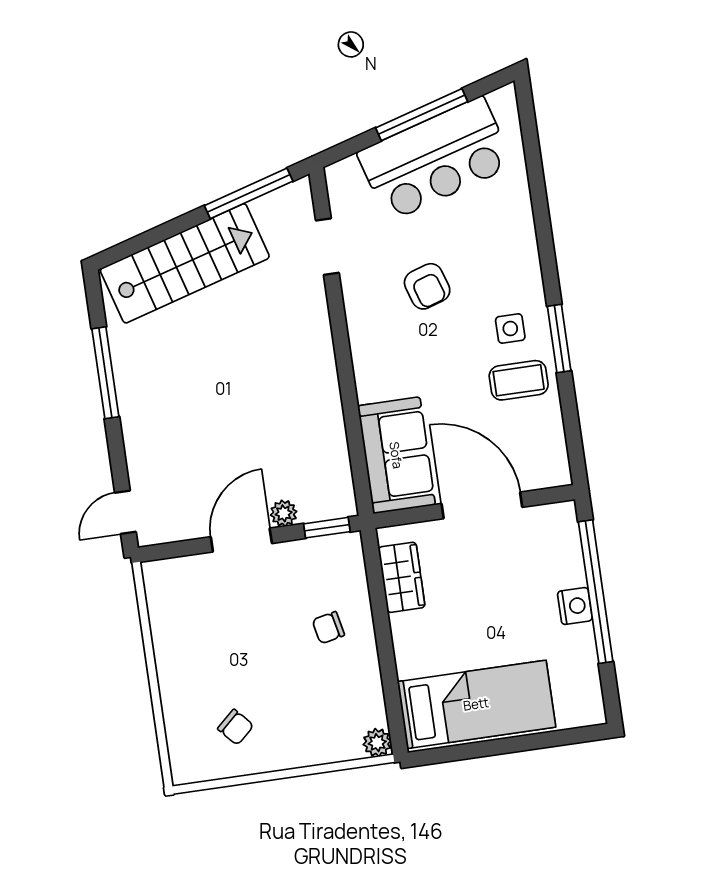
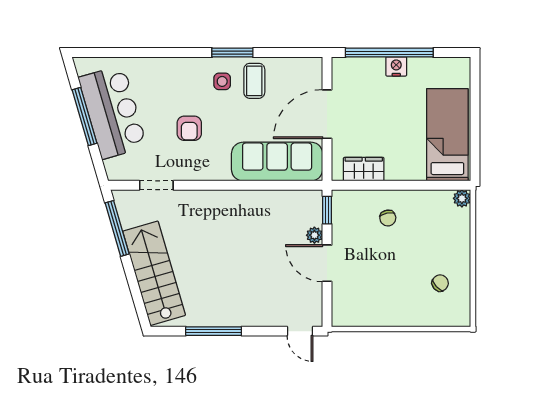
armchair: (427, 286) -> (189, 128), turned 108
sofa: (396, 455) -> (277, 162), width x1.36

